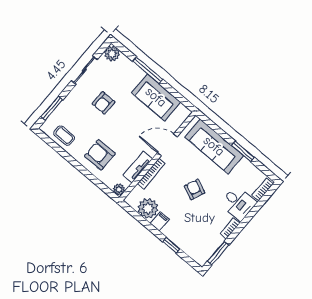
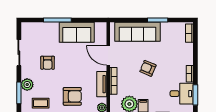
plant: (112, 54) -> (27, 85), moved
door: (167, 145) -> (108, 55), hinge flipped
armchair: (100, 155) -> (72, 96), turned 180
desk: (238, 203) -> (182, 94), moved

